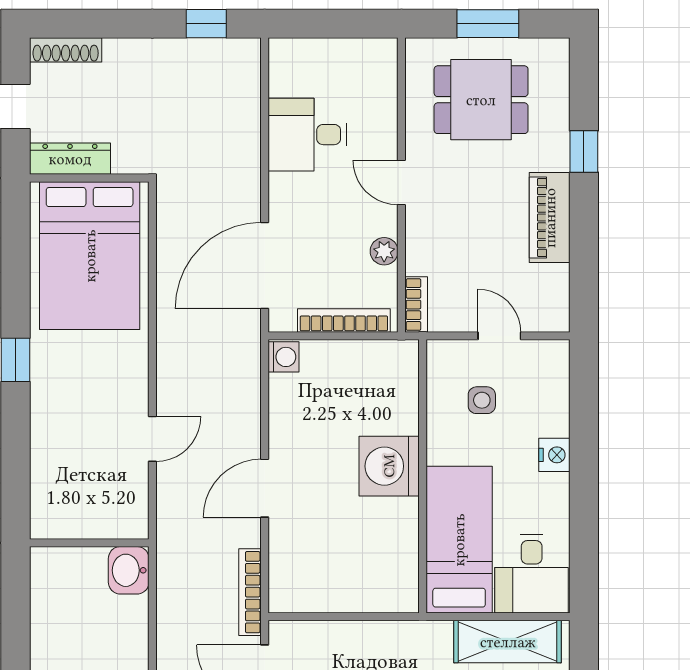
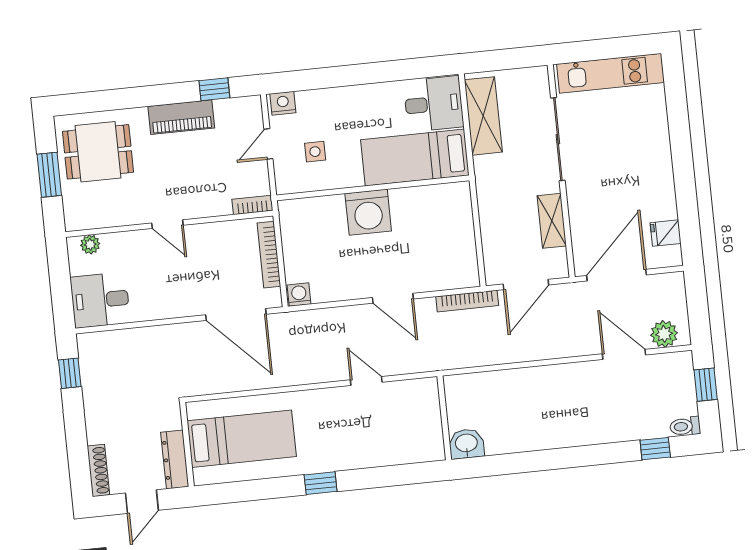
dining table: (481, 100) -> (98, 152), moved, turned 90
desk: (307, 135) -> (100, 300), moved, turned 90
window: (584, 152) -> (214, 89), moved
door: (401, 182) -> (167, 224), hinge flipped
plant: (384, 251) -> (90, 244), moved
bed: (90, 256) -> (242, 439), width x0.67
nightstand: (554, 455) -> (283, 103), moved
washbasin: (129, 570) -> (466, 444), moved, turned 180

